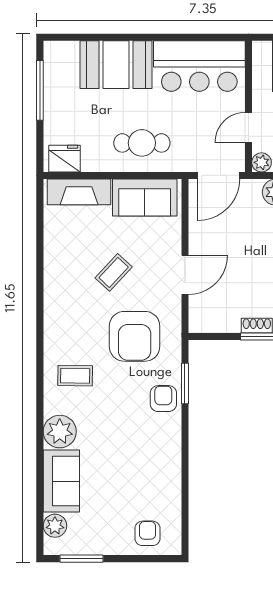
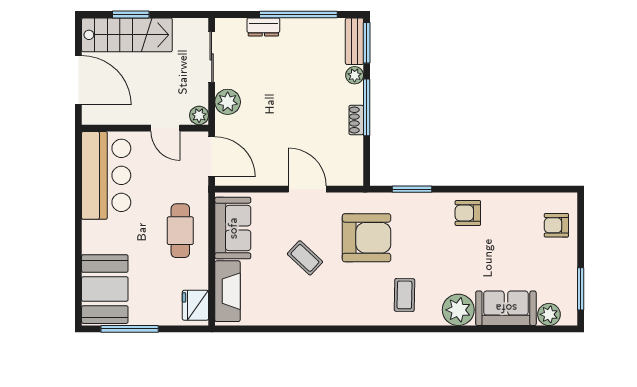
booth: (116, 65) -> (105, 289), moved
armchair: (163, 399) -> (468, 213), moved

